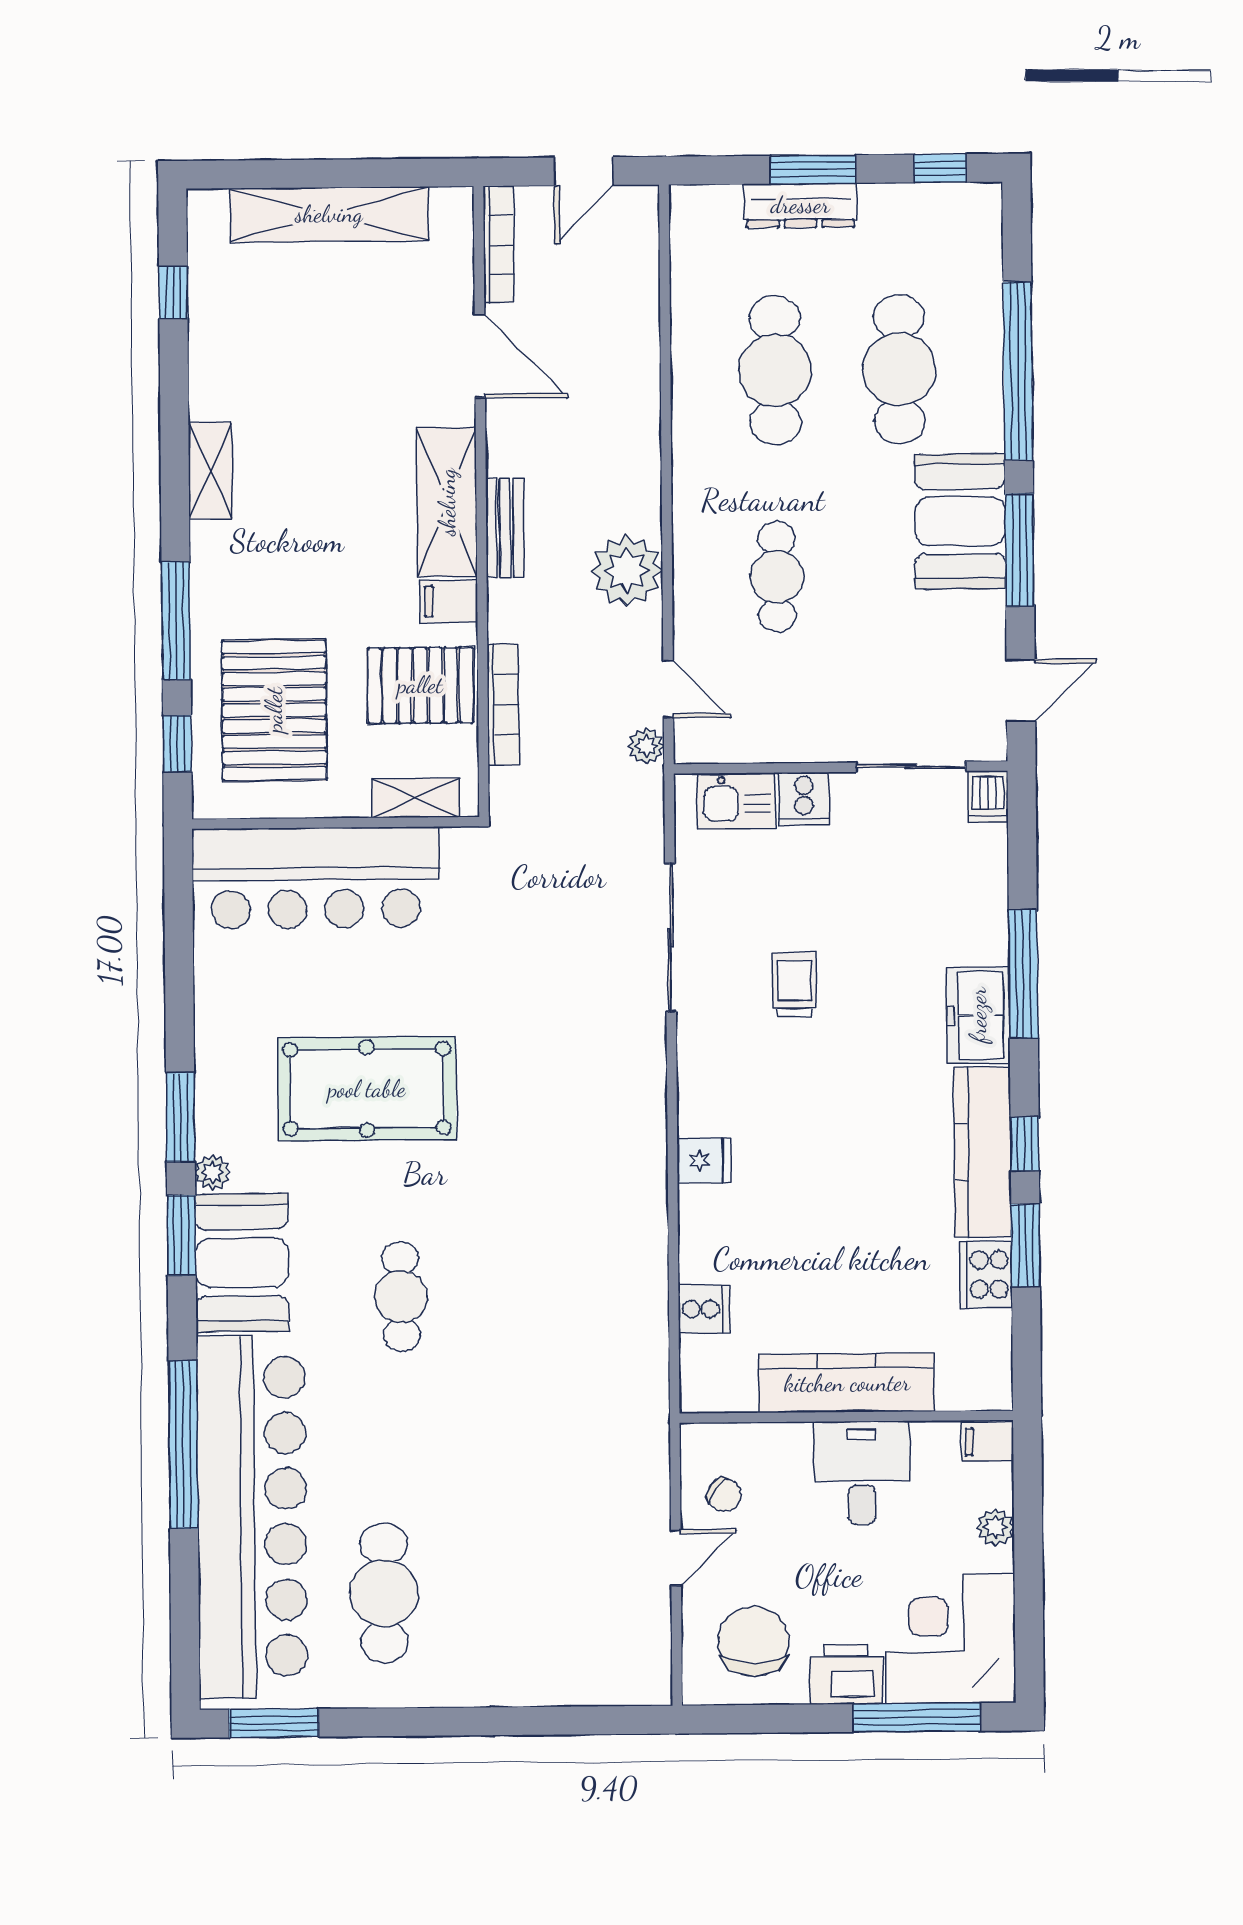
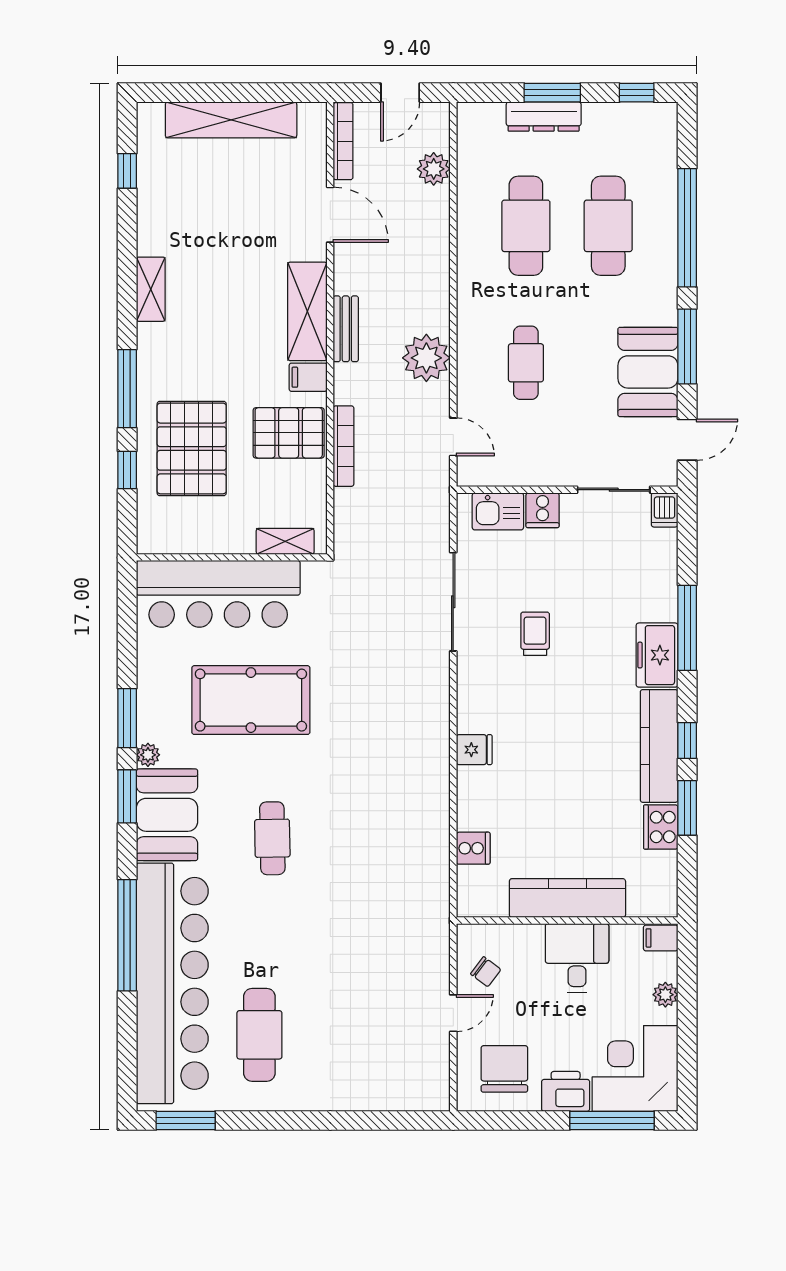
booth: (960, 521) -> (648, 372), moved
plant: (646, 746) -> (434, 169), moved, width x1.38, depth x1.38
shelving: (416, 798) -> (285, 541), moved
wall: (336, 823) -> (232, 557), moved
bar counter: (316, 878) -> (218, 594), moved

